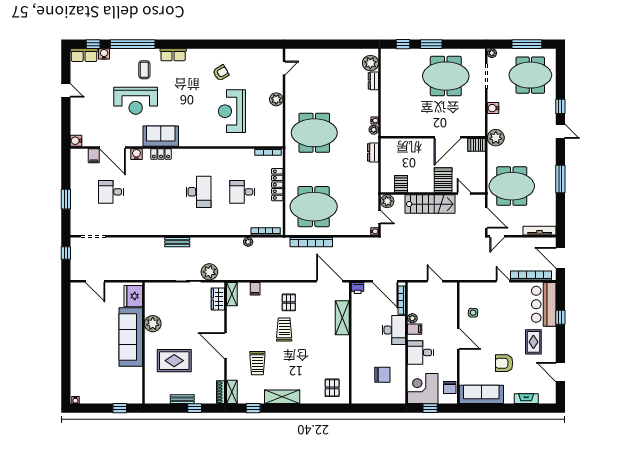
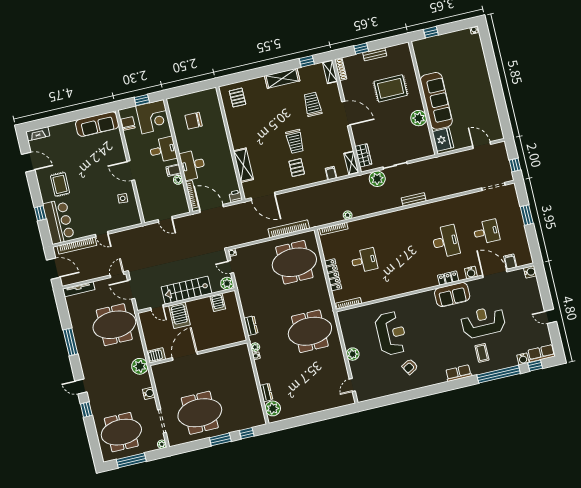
desk: (198, 192) -> (446, 241), moved, turned 180
armchair: (504, 363) -> (83, 158), removed
fireplace: (526, 399) -> (38, 134), moved

